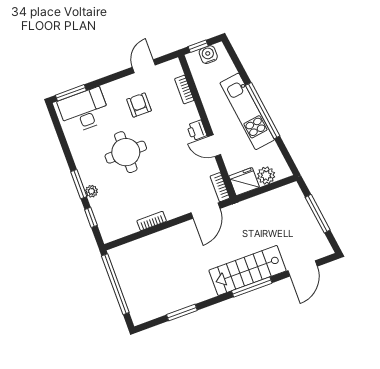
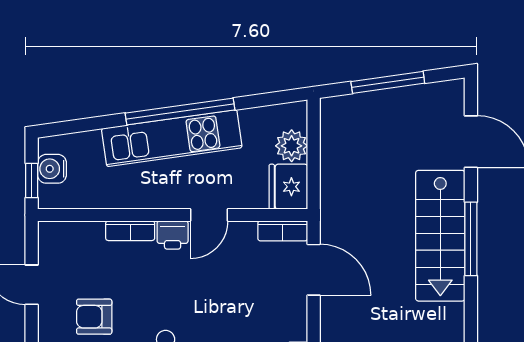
bookcase: (184, 89) -> (130, 231), moved

